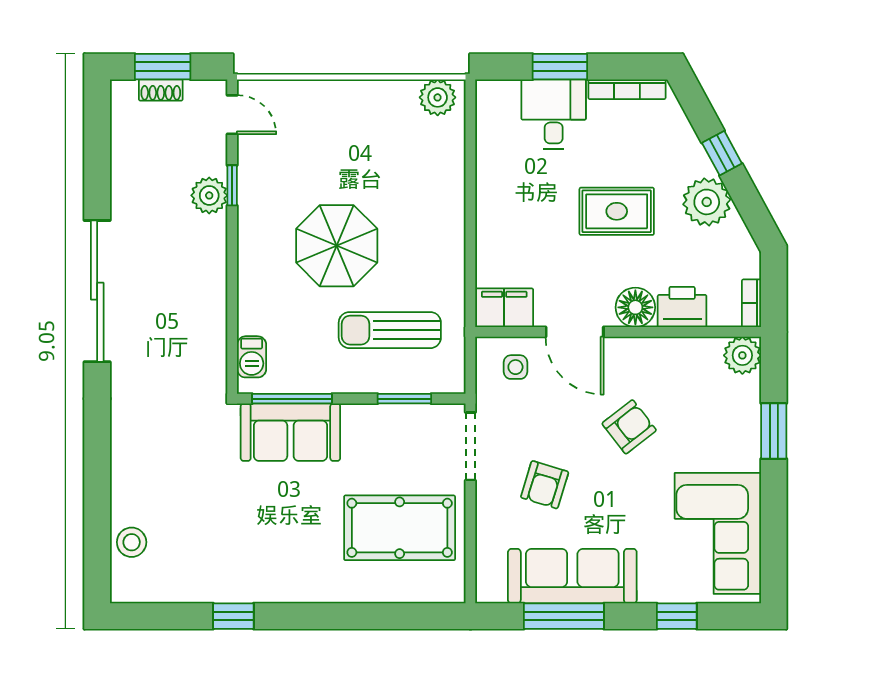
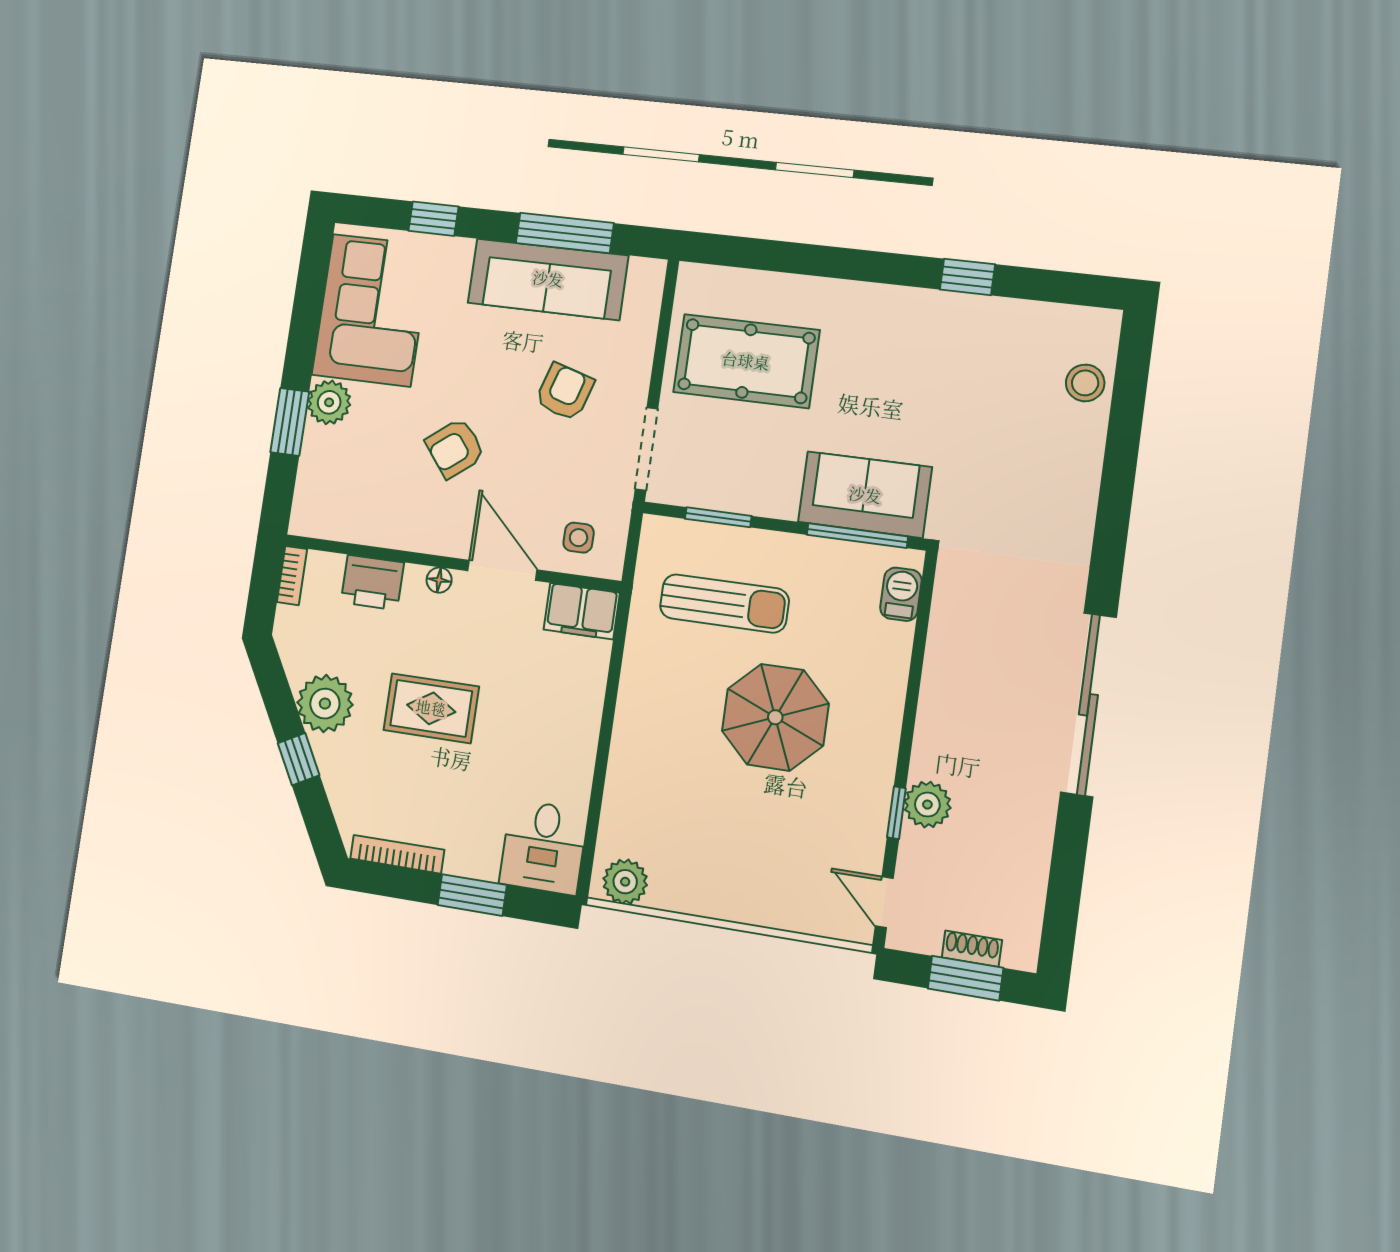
desk: (554, 114) -> (544, 847), moved
floor lamp: (635, 307) -> (439, 580), width x0.53, depth x0.53
plant: (742, 355) -> (329, 402), moved

